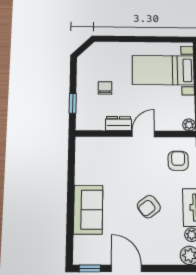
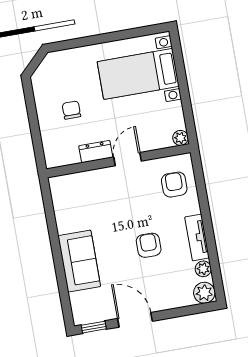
window: (73, 103) -> (36, 137), removed
armchair: (149, 207) -> (149, 245), turned 127

